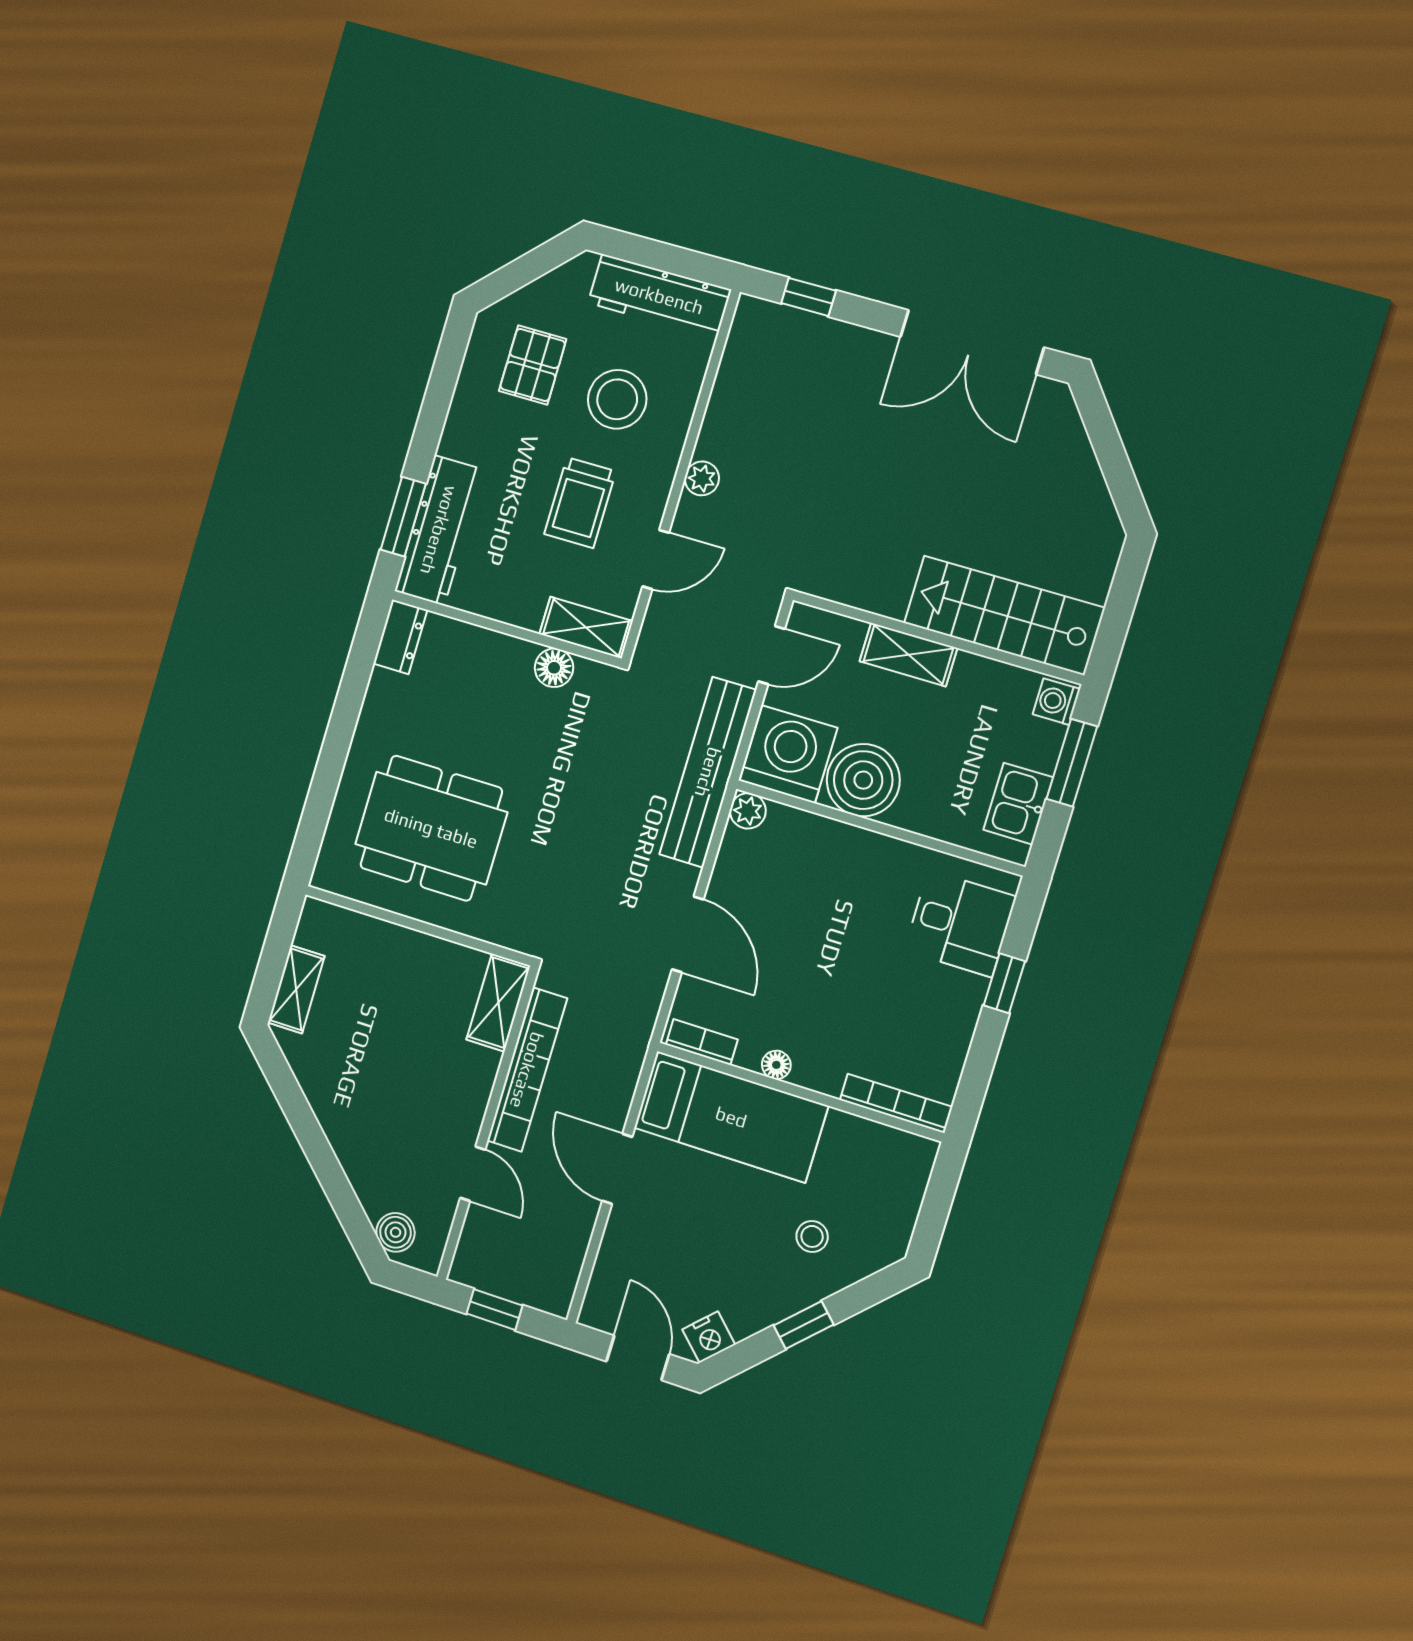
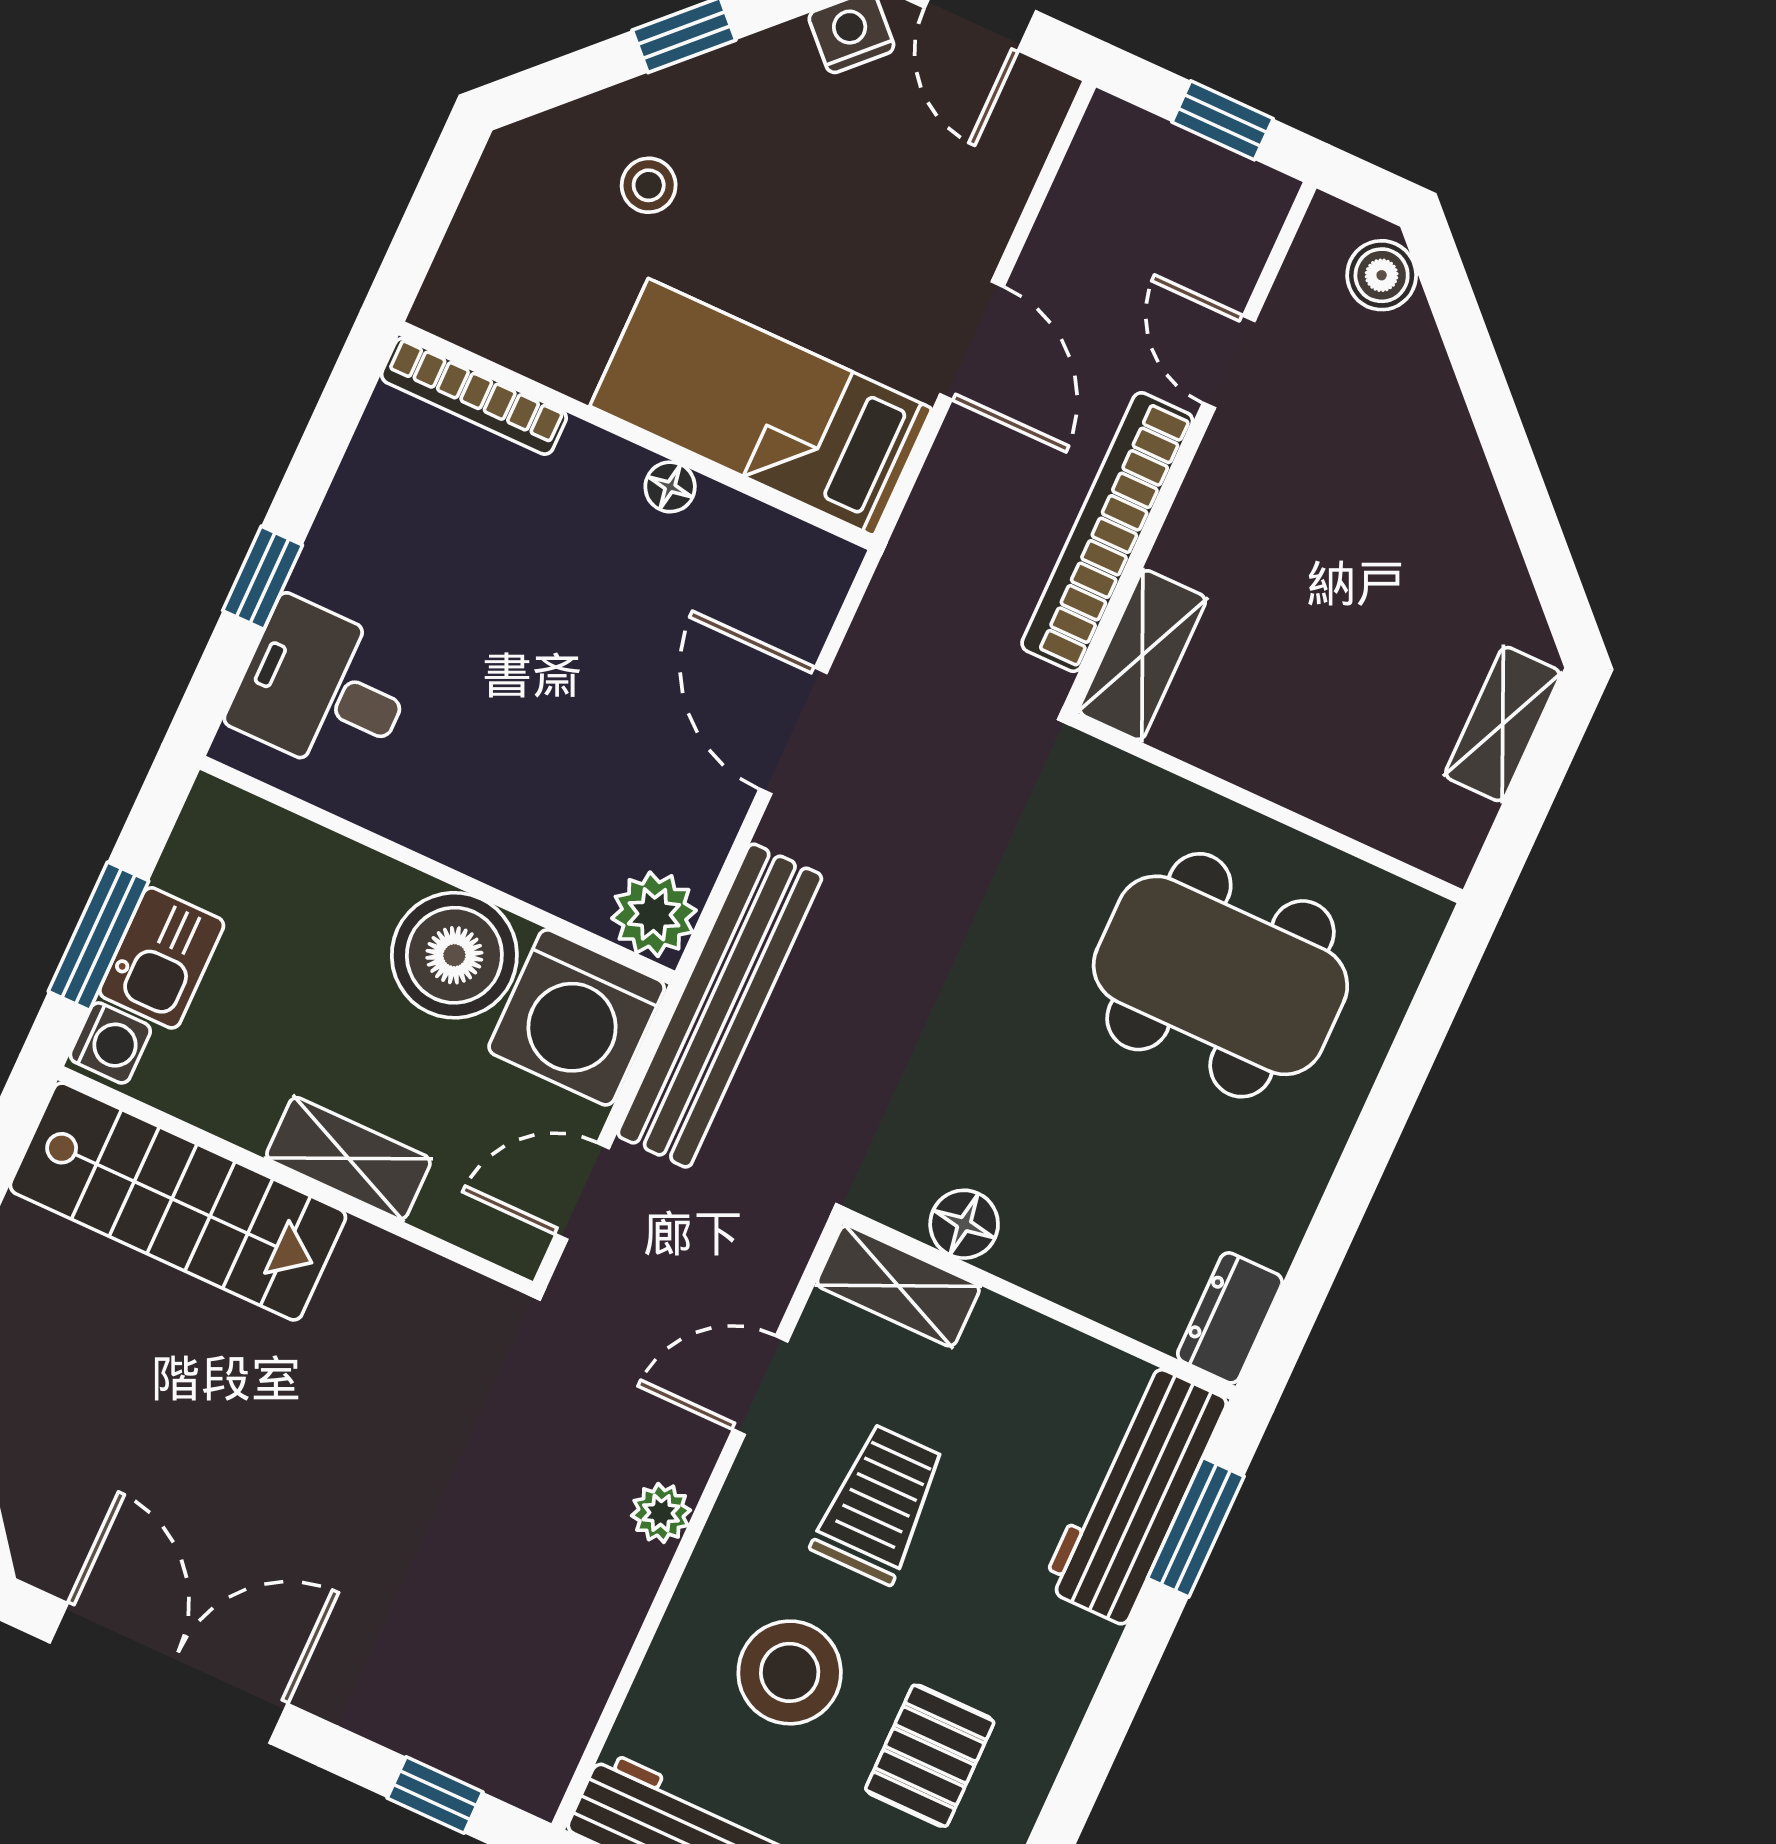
kitchen sink: (1018, 804) -> (162, 958), moved
plant: (748, 811) -> (654, 914), width x1.38, depth x1.38
bookcase: (702, 1042) -> (794, 542), removed

